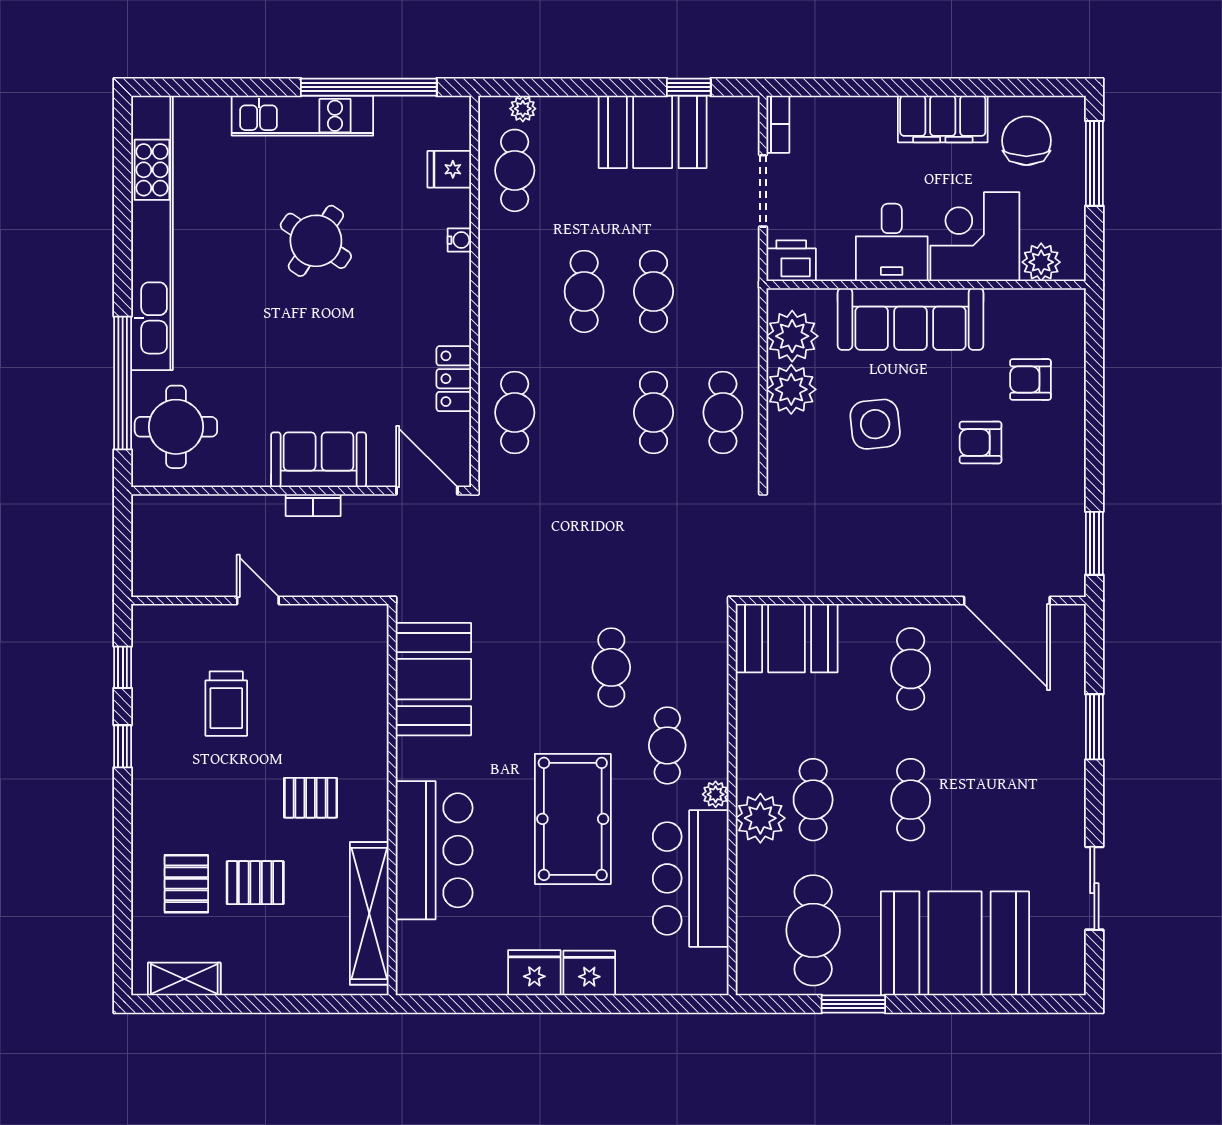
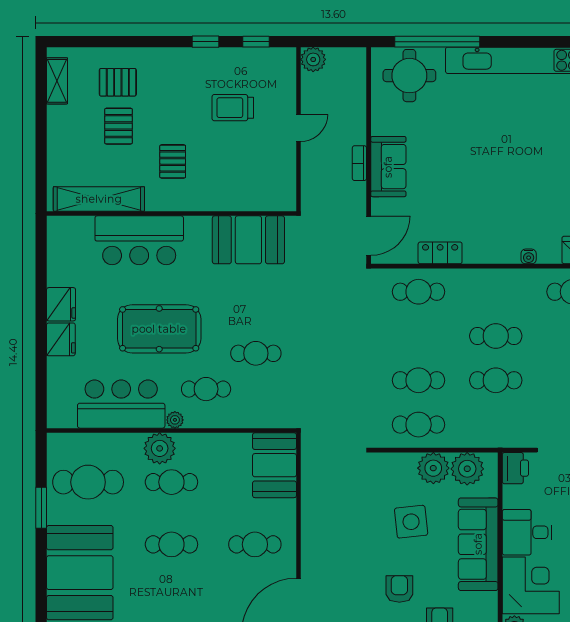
round table: (316, 241) -> (528, 165), removed
plant: (151, 578) -> (313, 59), added

